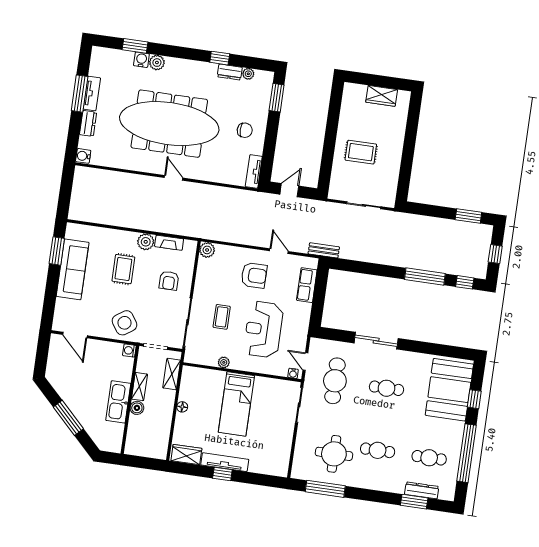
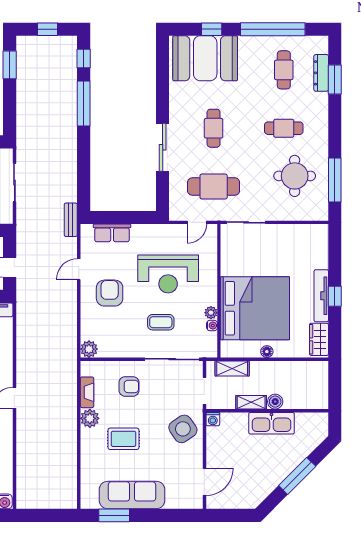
water cooler: (293, 373) -> (212, 326), moved
bed: (236, 404) -> (255, 308), width x2.04
cafe table: (378, 450) -> (284, 128), turned 90

